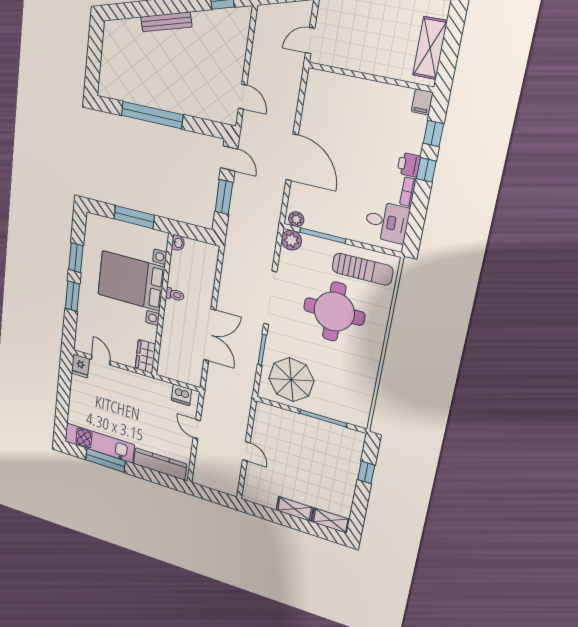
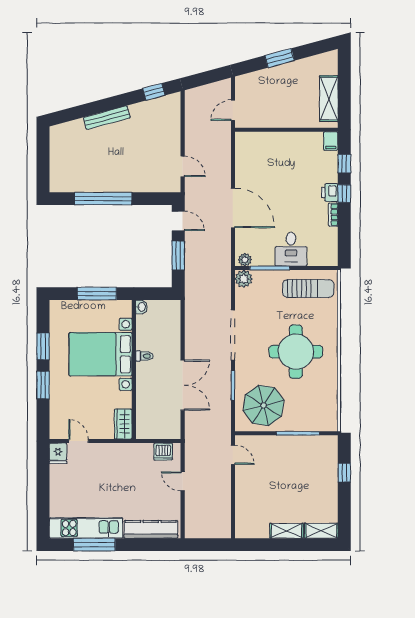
desk: (387, 222) -> (291, 249), moved, turned 90
round table: (334, 312) -> (296, 352), moved
door: (246, 451) -> (233, 455), moved

